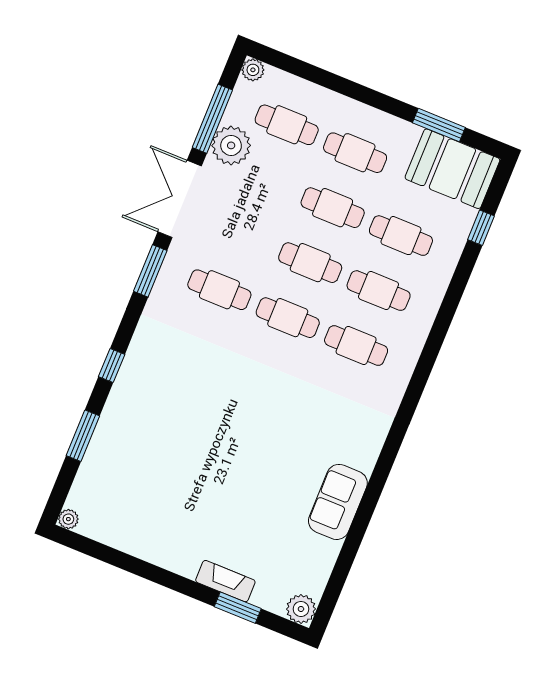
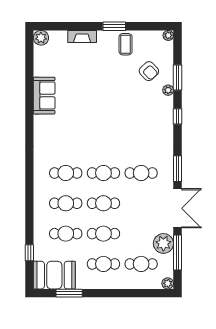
plant: (109, 420) -> (168, 90), added
armchair: (130, 469) -> (149, 71), added
coffee table: (152, 535) -> (126, 44), added
window: (238, 608) -> (114, 26), moved

